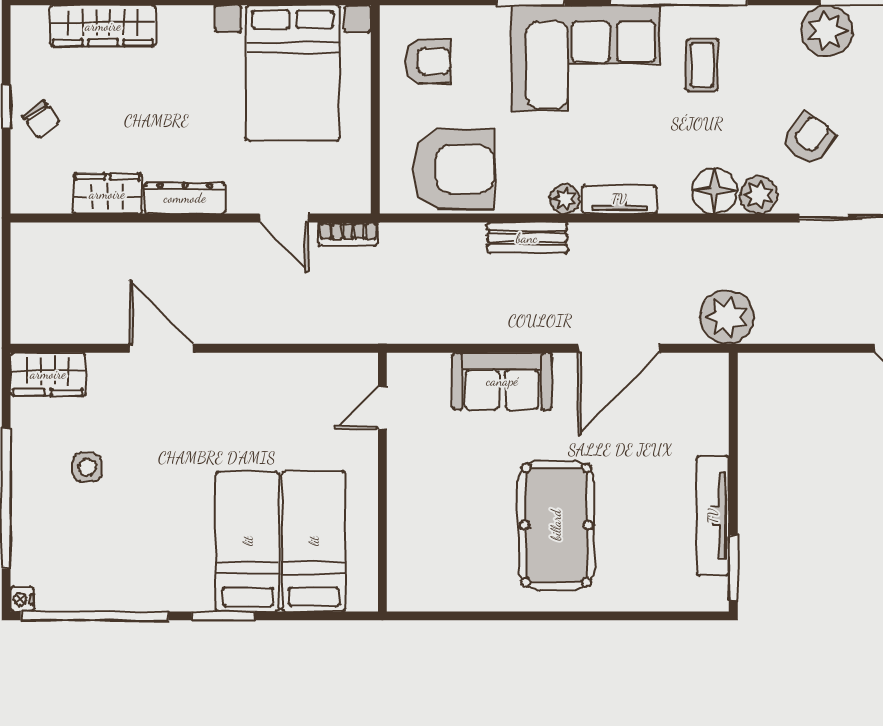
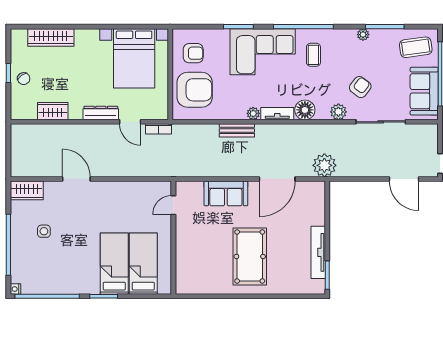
plant: (827, 31) -> (363, 35), width x0.53, depth x0.53
armchair: (454, 169) -> (195, 90), moved
floor lamp: (714, 191) -> (305, 110), moved
dresser: (185, 198) -> (101, 113), moved

